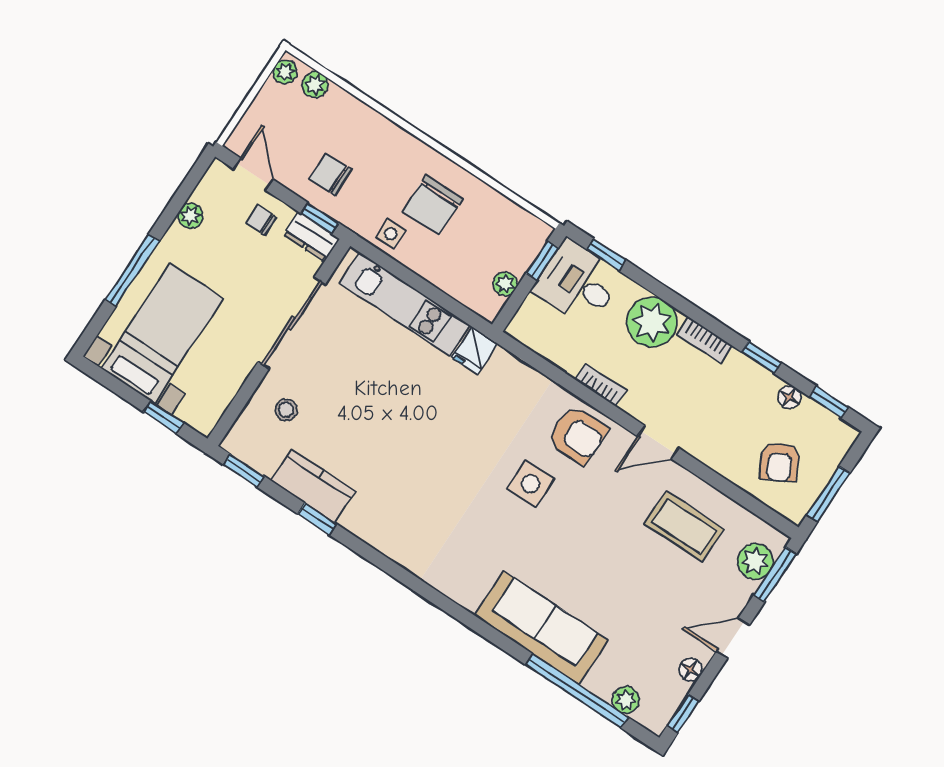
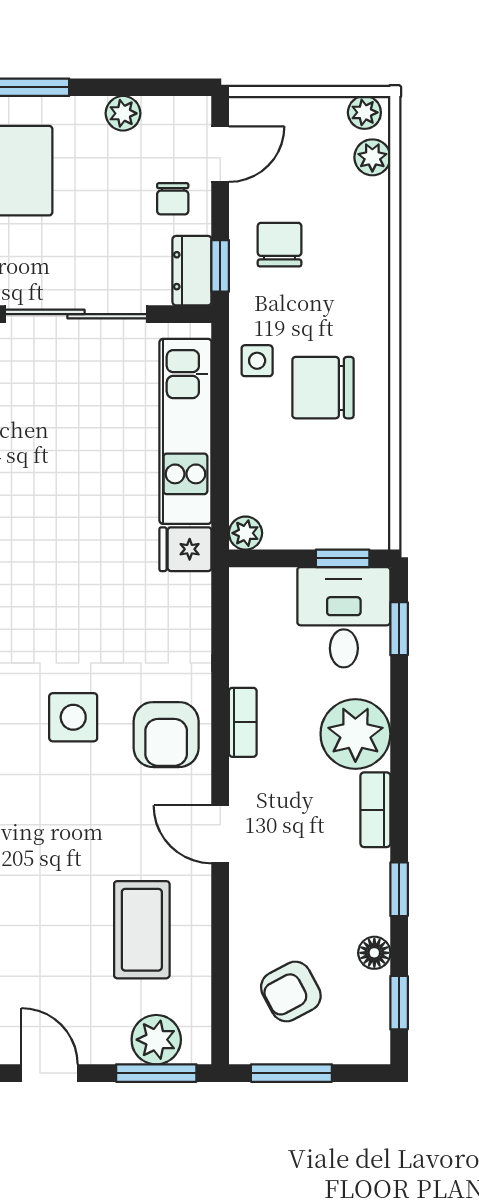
chair: (261, 220) -> (173, 199), turned 180
plant: (505, 284) -> (245, 533), moved

